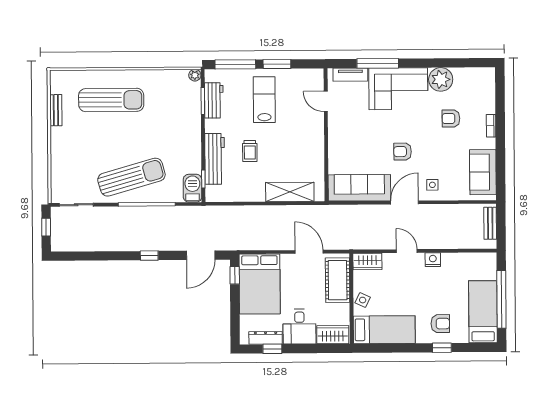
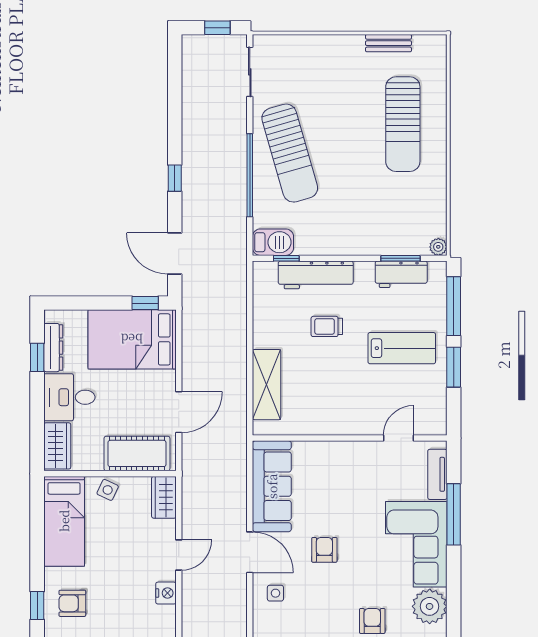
armchair: (440, 324) -> (72, 603), turned 90

